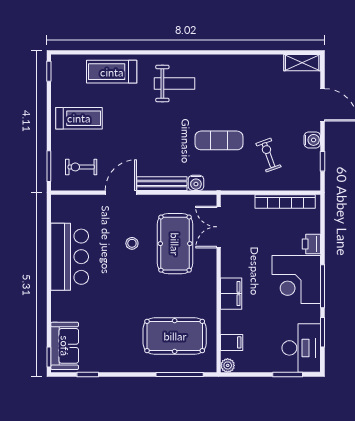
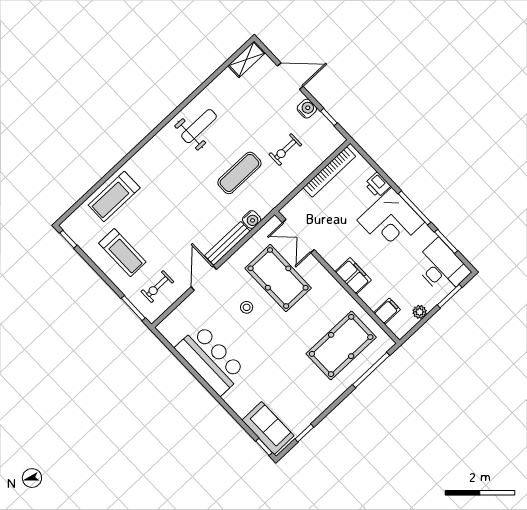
weight bench: (174, 83) -> (199, 126), moved
treadmill: (79, 118) -> (122, 253), turned 90
exercise bike: (268, 155) -> (285, 150), turned -70
plant: (228, 365) -> (420, 312), moved

